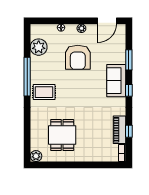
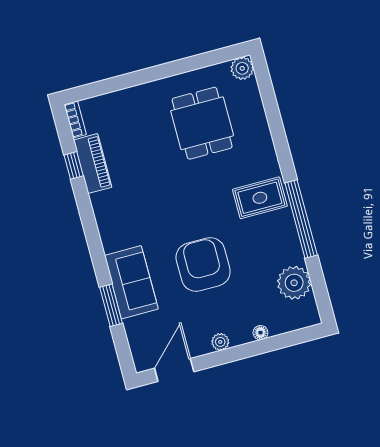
armchair: (78, 57) -> (203, 264), moved
sofa: (116, 81) -> (131, 282), moved
window: (129, 90) -> (95, 246), removed

